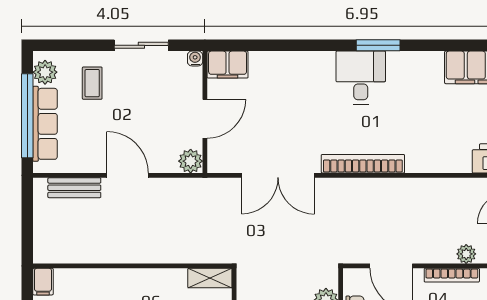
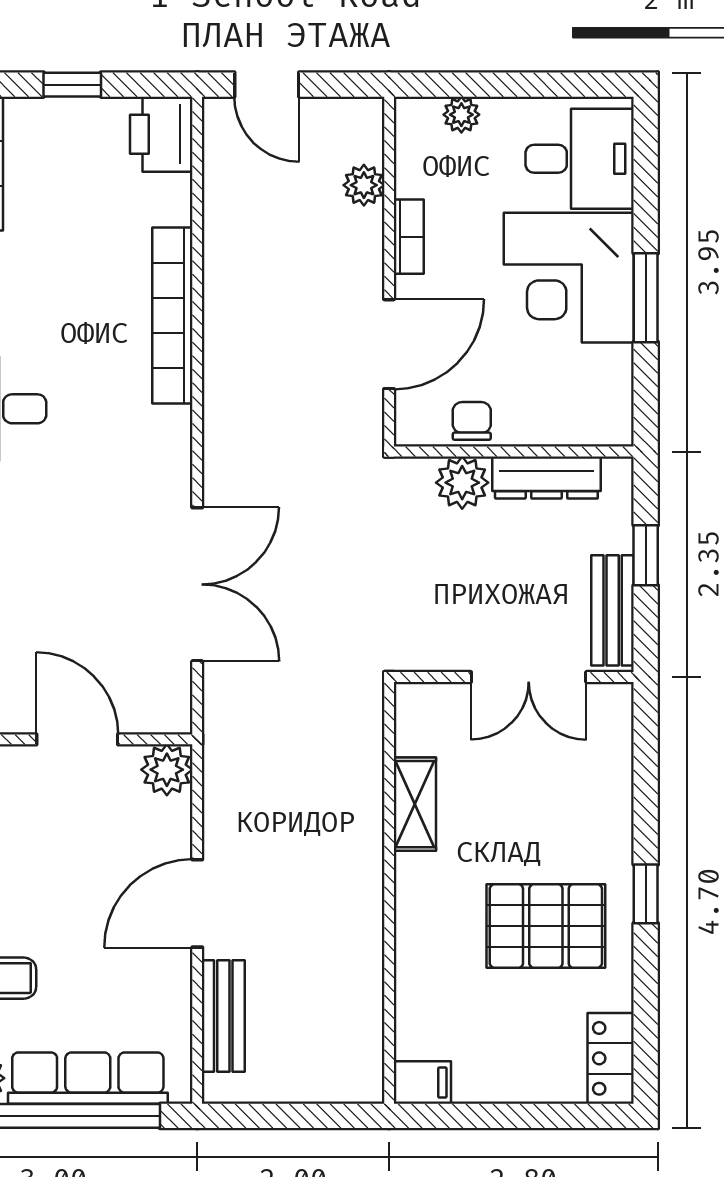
bookcase: (363, 164) -> (172, 315), moved
bookcase: (452, 275) -> (409, 237), width x0.64
shelving: (210, 278) -> (415, 804), moved

